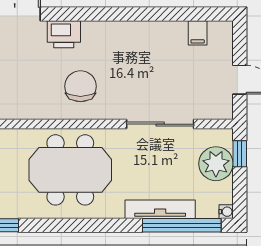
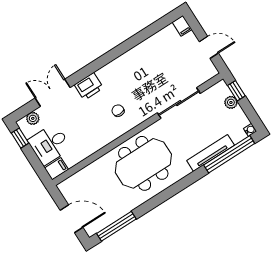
filing cabinet: (198, 33) -> (182, 26), moved
chair: (80, 86) -> (118, 111), width x0.54, depth x0.54
plant: (216, 164) -> (231, 102), width x0.53, depth x0.53

